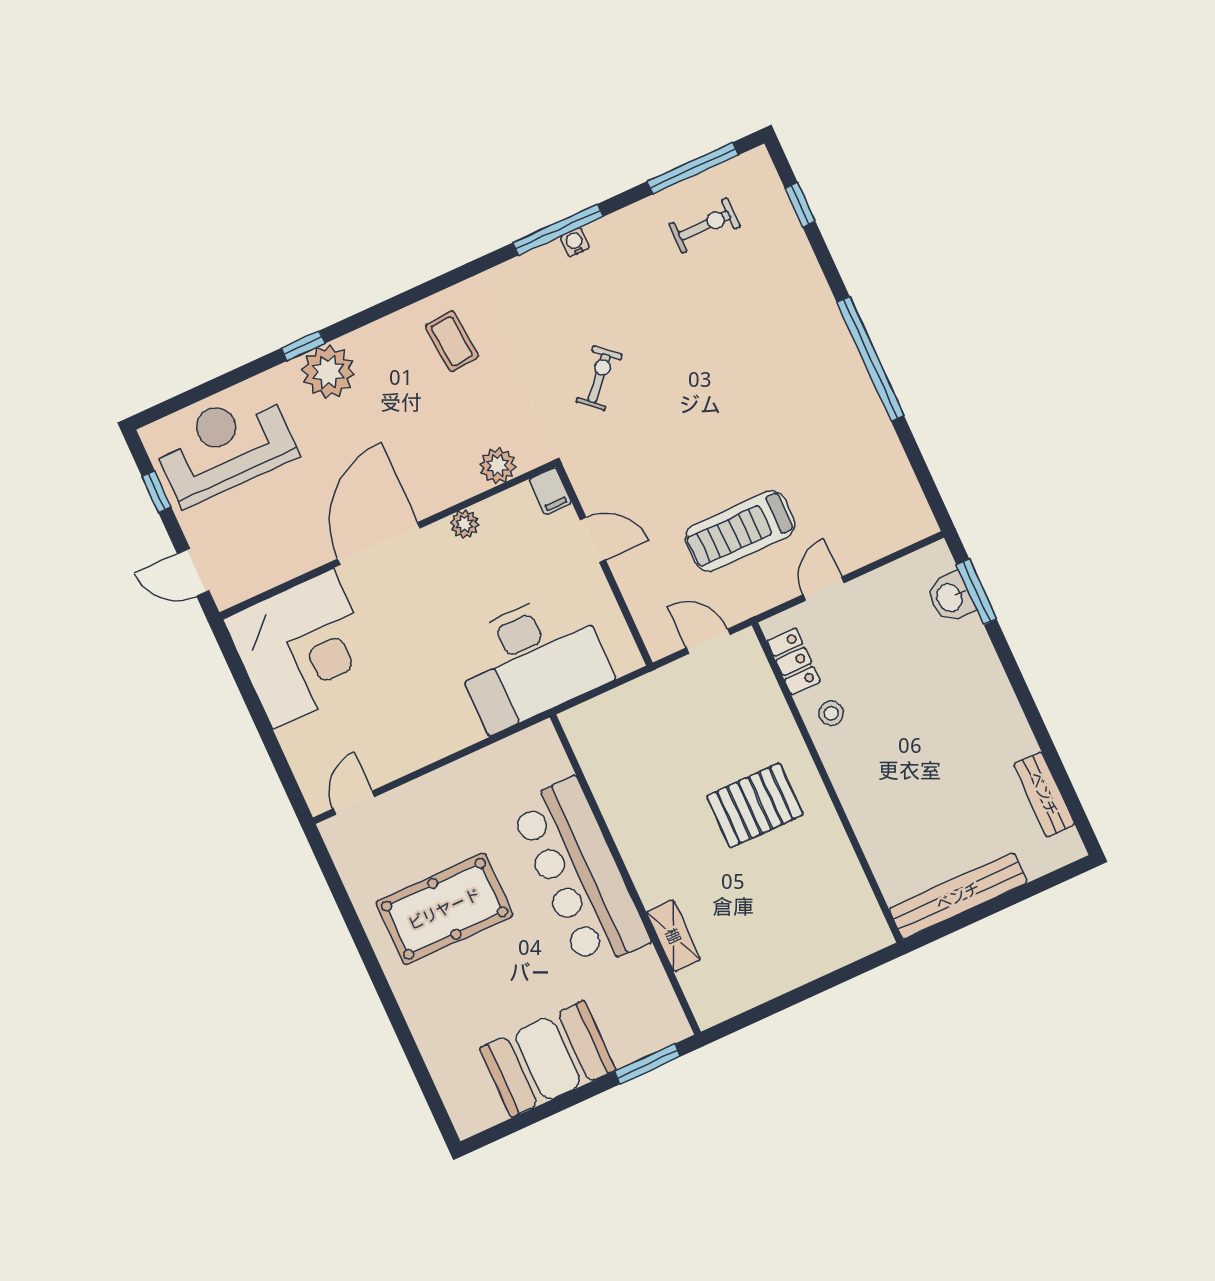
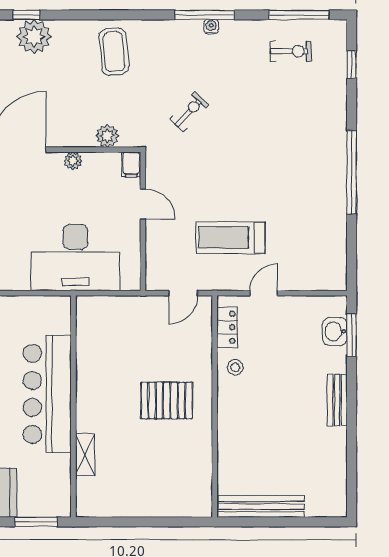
coffee table: (452, 341) -> (114, 52), width x1.36, depth x1.30
door: (708, 641) -> (183, 293), swing flipped
bench: (1044, 794) -> (337, 400), moved

